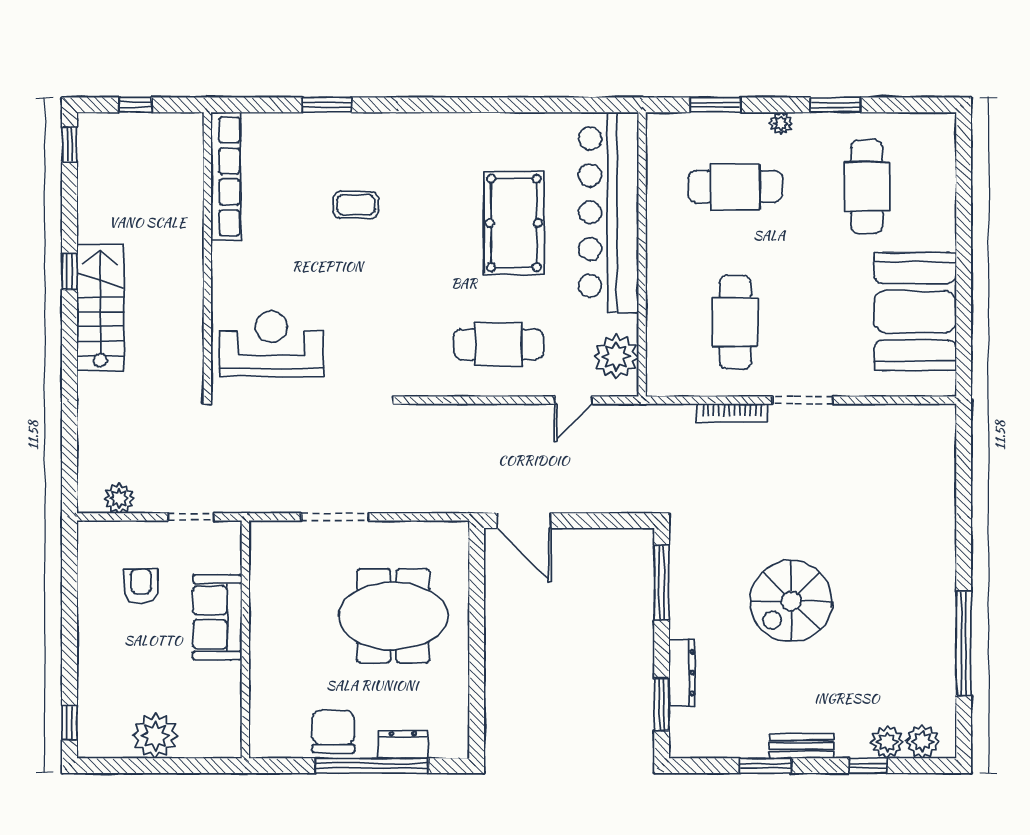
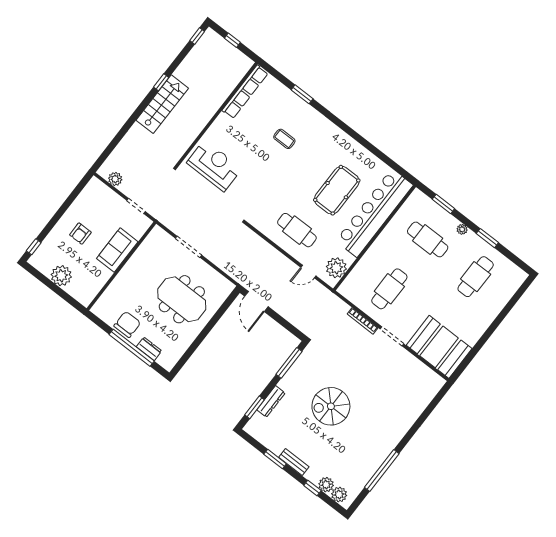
booth: (915, 312) -> (439, 347), moved, turned 90
armchair: (141, 586) -> (80, 234), moved, turned 180

